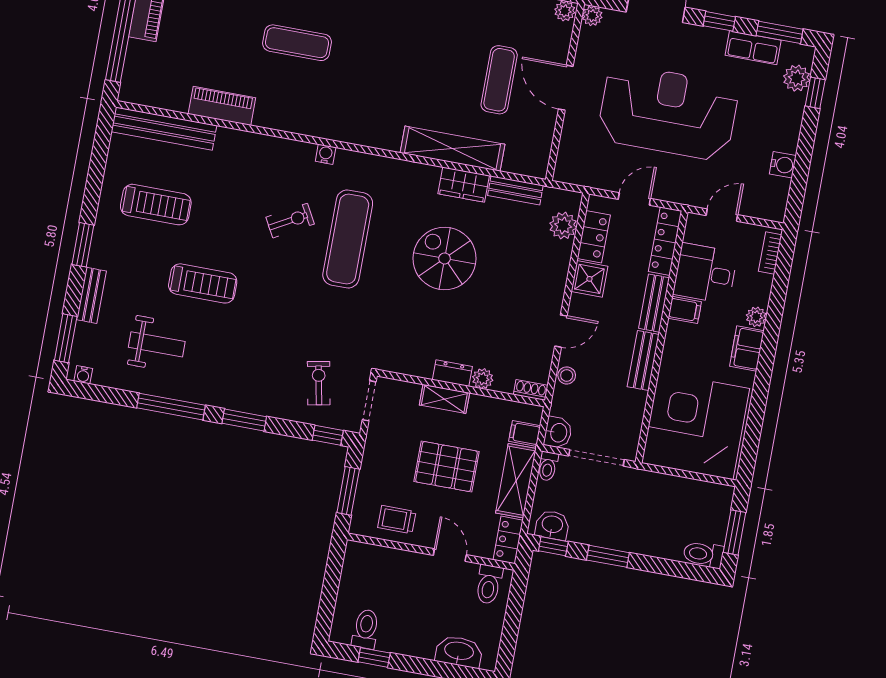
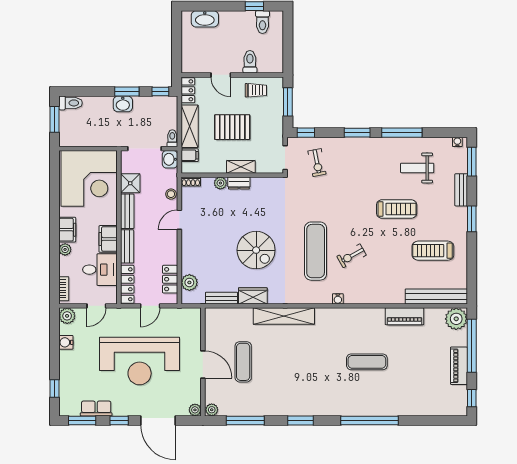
plant: (797, 78) -> (67, 316), moved
plant: (138, 86) -> (456, 319), added
shelving: (453, 149) -> (284, 316), moved
shower: (589, 279) -> (130, 183), moved
treadmill: (203, 283) -> (397, 209), turned 180
filing cabinet: (685, 310) -> (108, 239), width x2.00
washbasin: (552, 525) -> (123, 104), moved
toilet: (489, 584) -> (250, 62), moved

